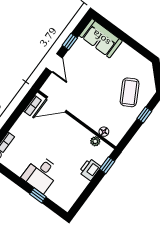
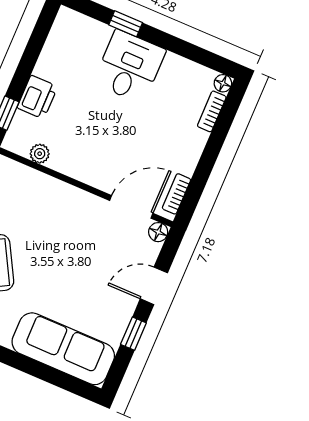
sofa: (101, 38) -> (63, 349), width x1.36
door: (54, 63) -> (154, 286), hinge flipped
floor lamp: (104, 132) -> (158, 232), moved

